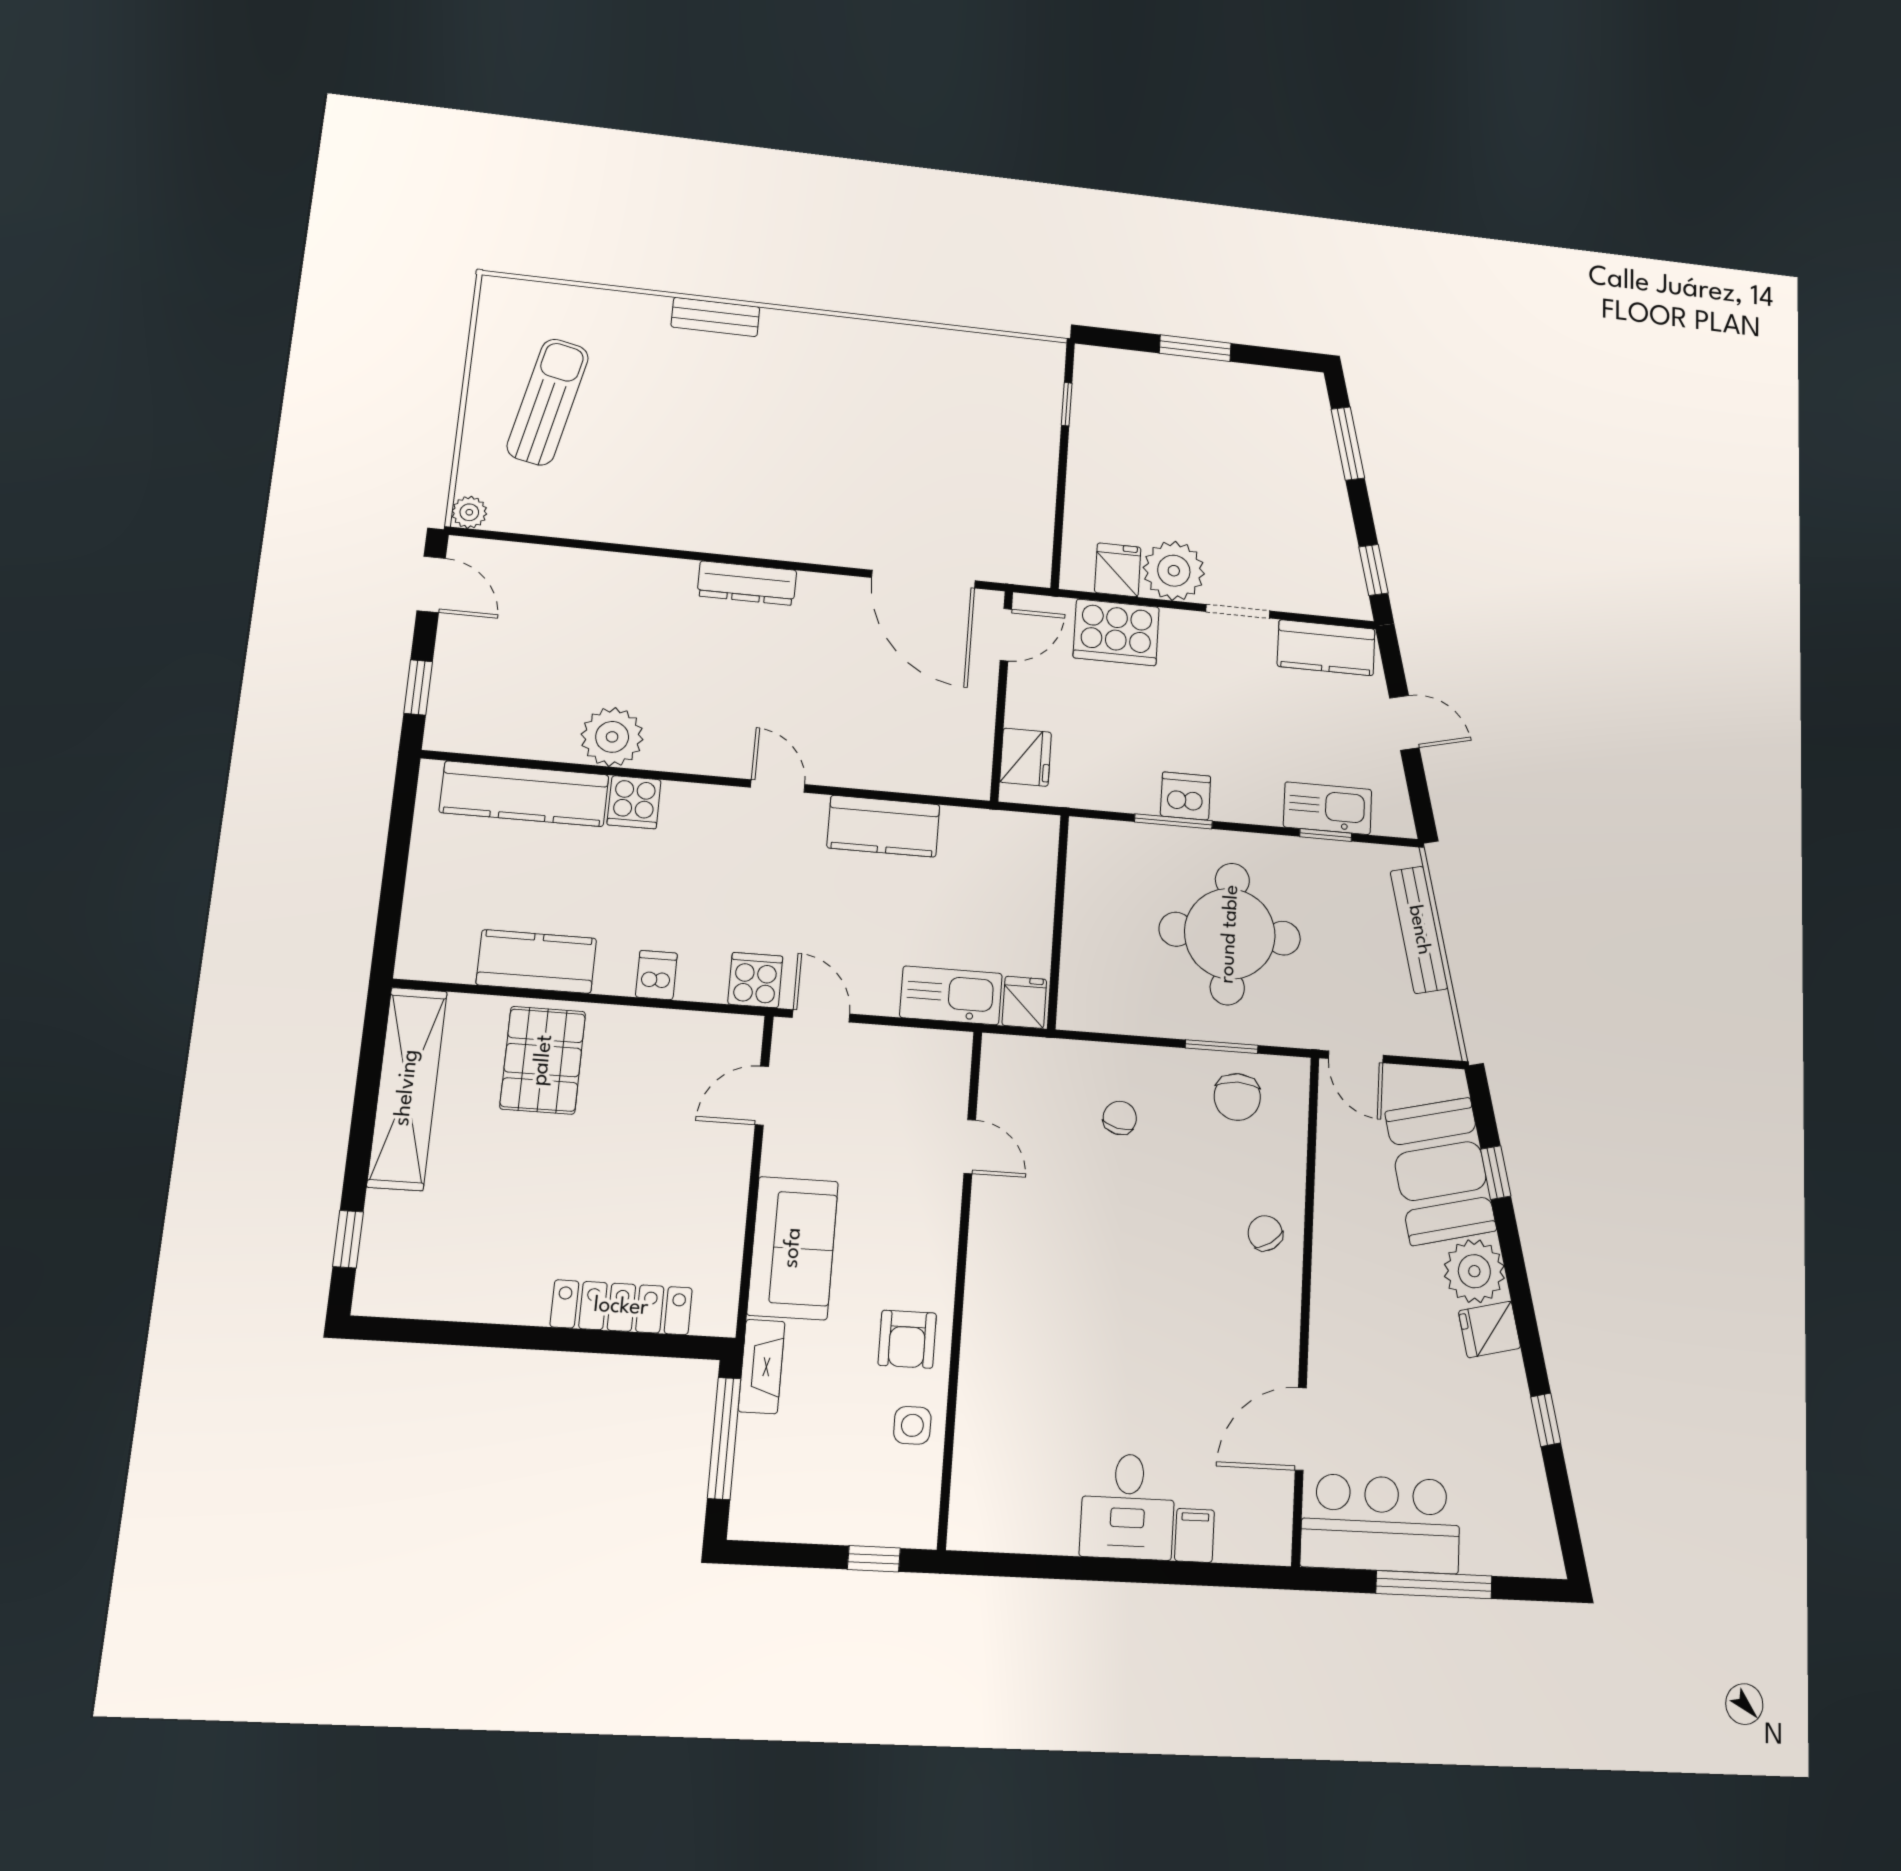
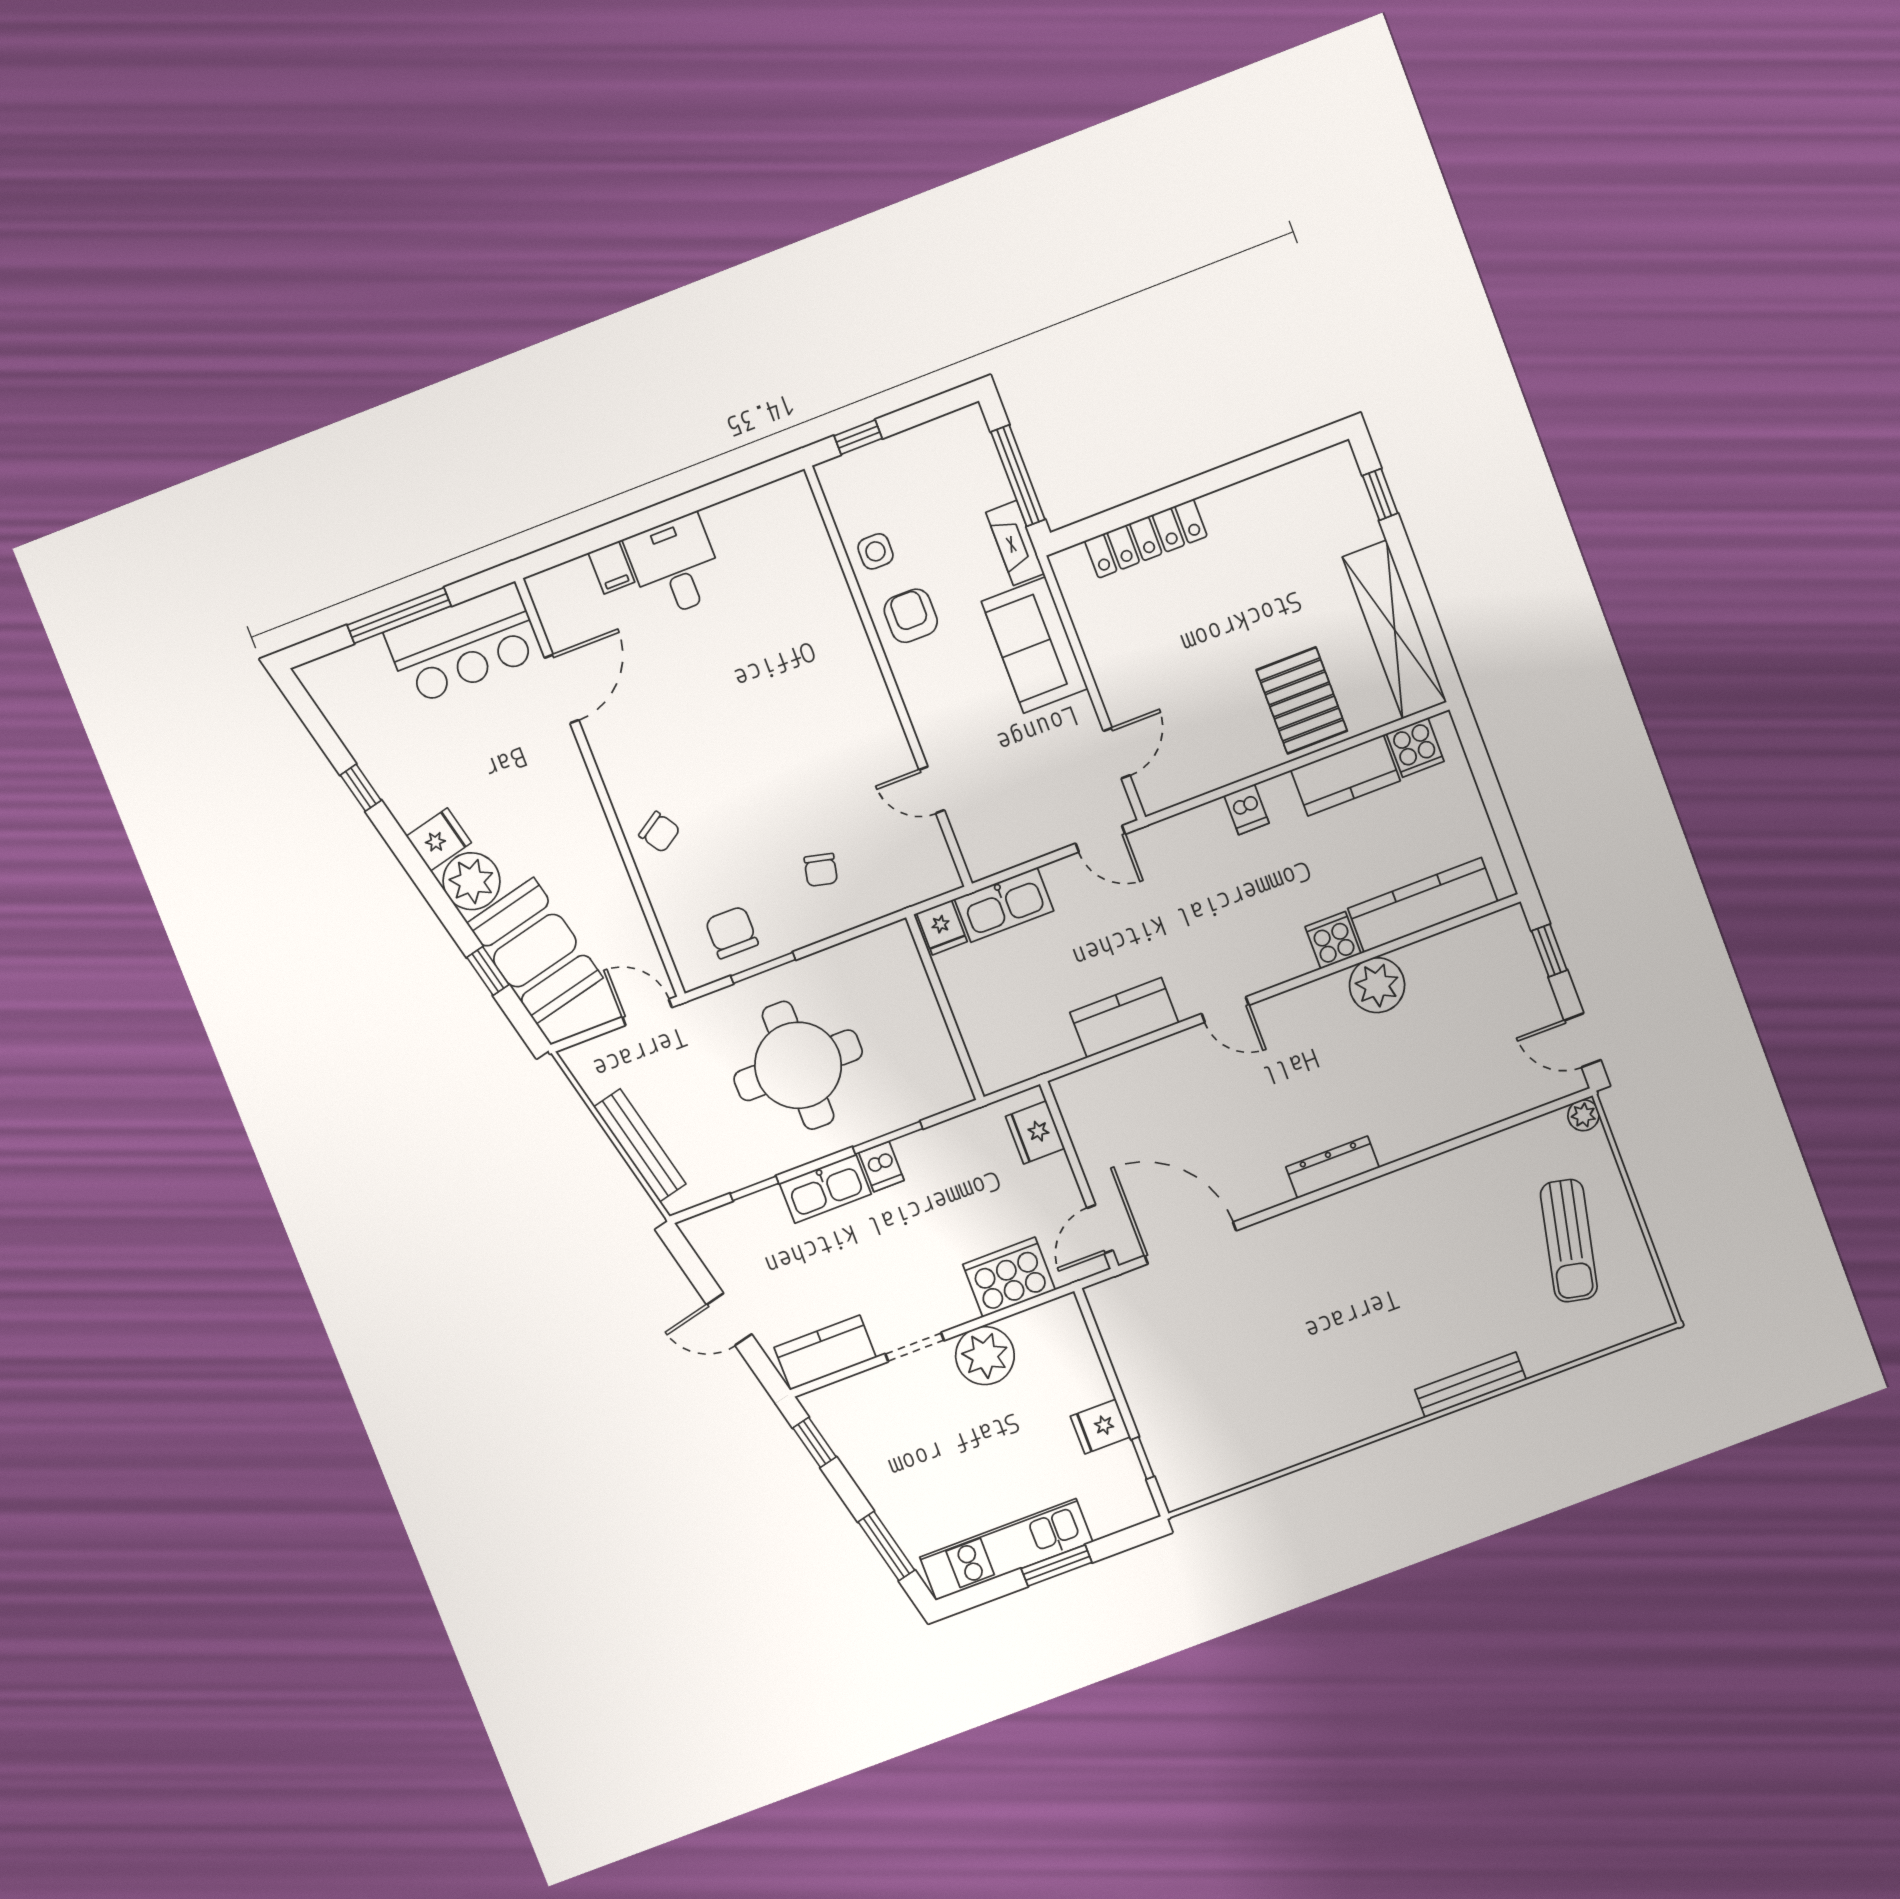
bench: (715, 317) -> (1470, 1385), width x1.36
kitchen unit: (1236, 386) -> (1006, 1549), added
fridge: (1118, 570) -> (1100, 1427), moved, turned 90
dishwasher: (1186, 796) -> (881, 1167), width x0.73
kitchen sink: (1328, 808) -> (825, 1189), moved
cooker: (755, 980) -> (1415, 748), moved

